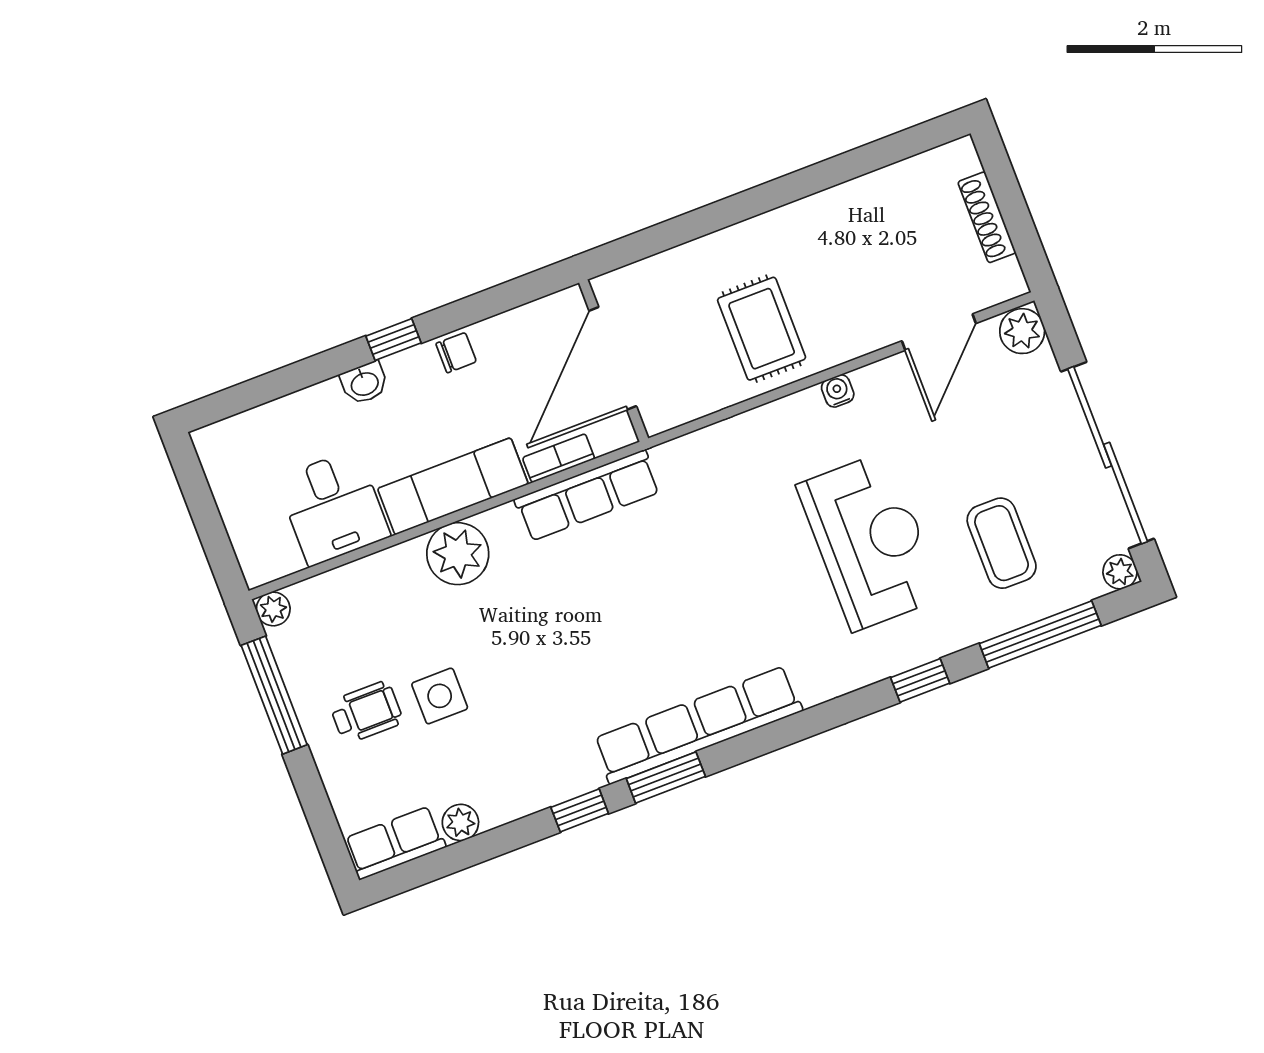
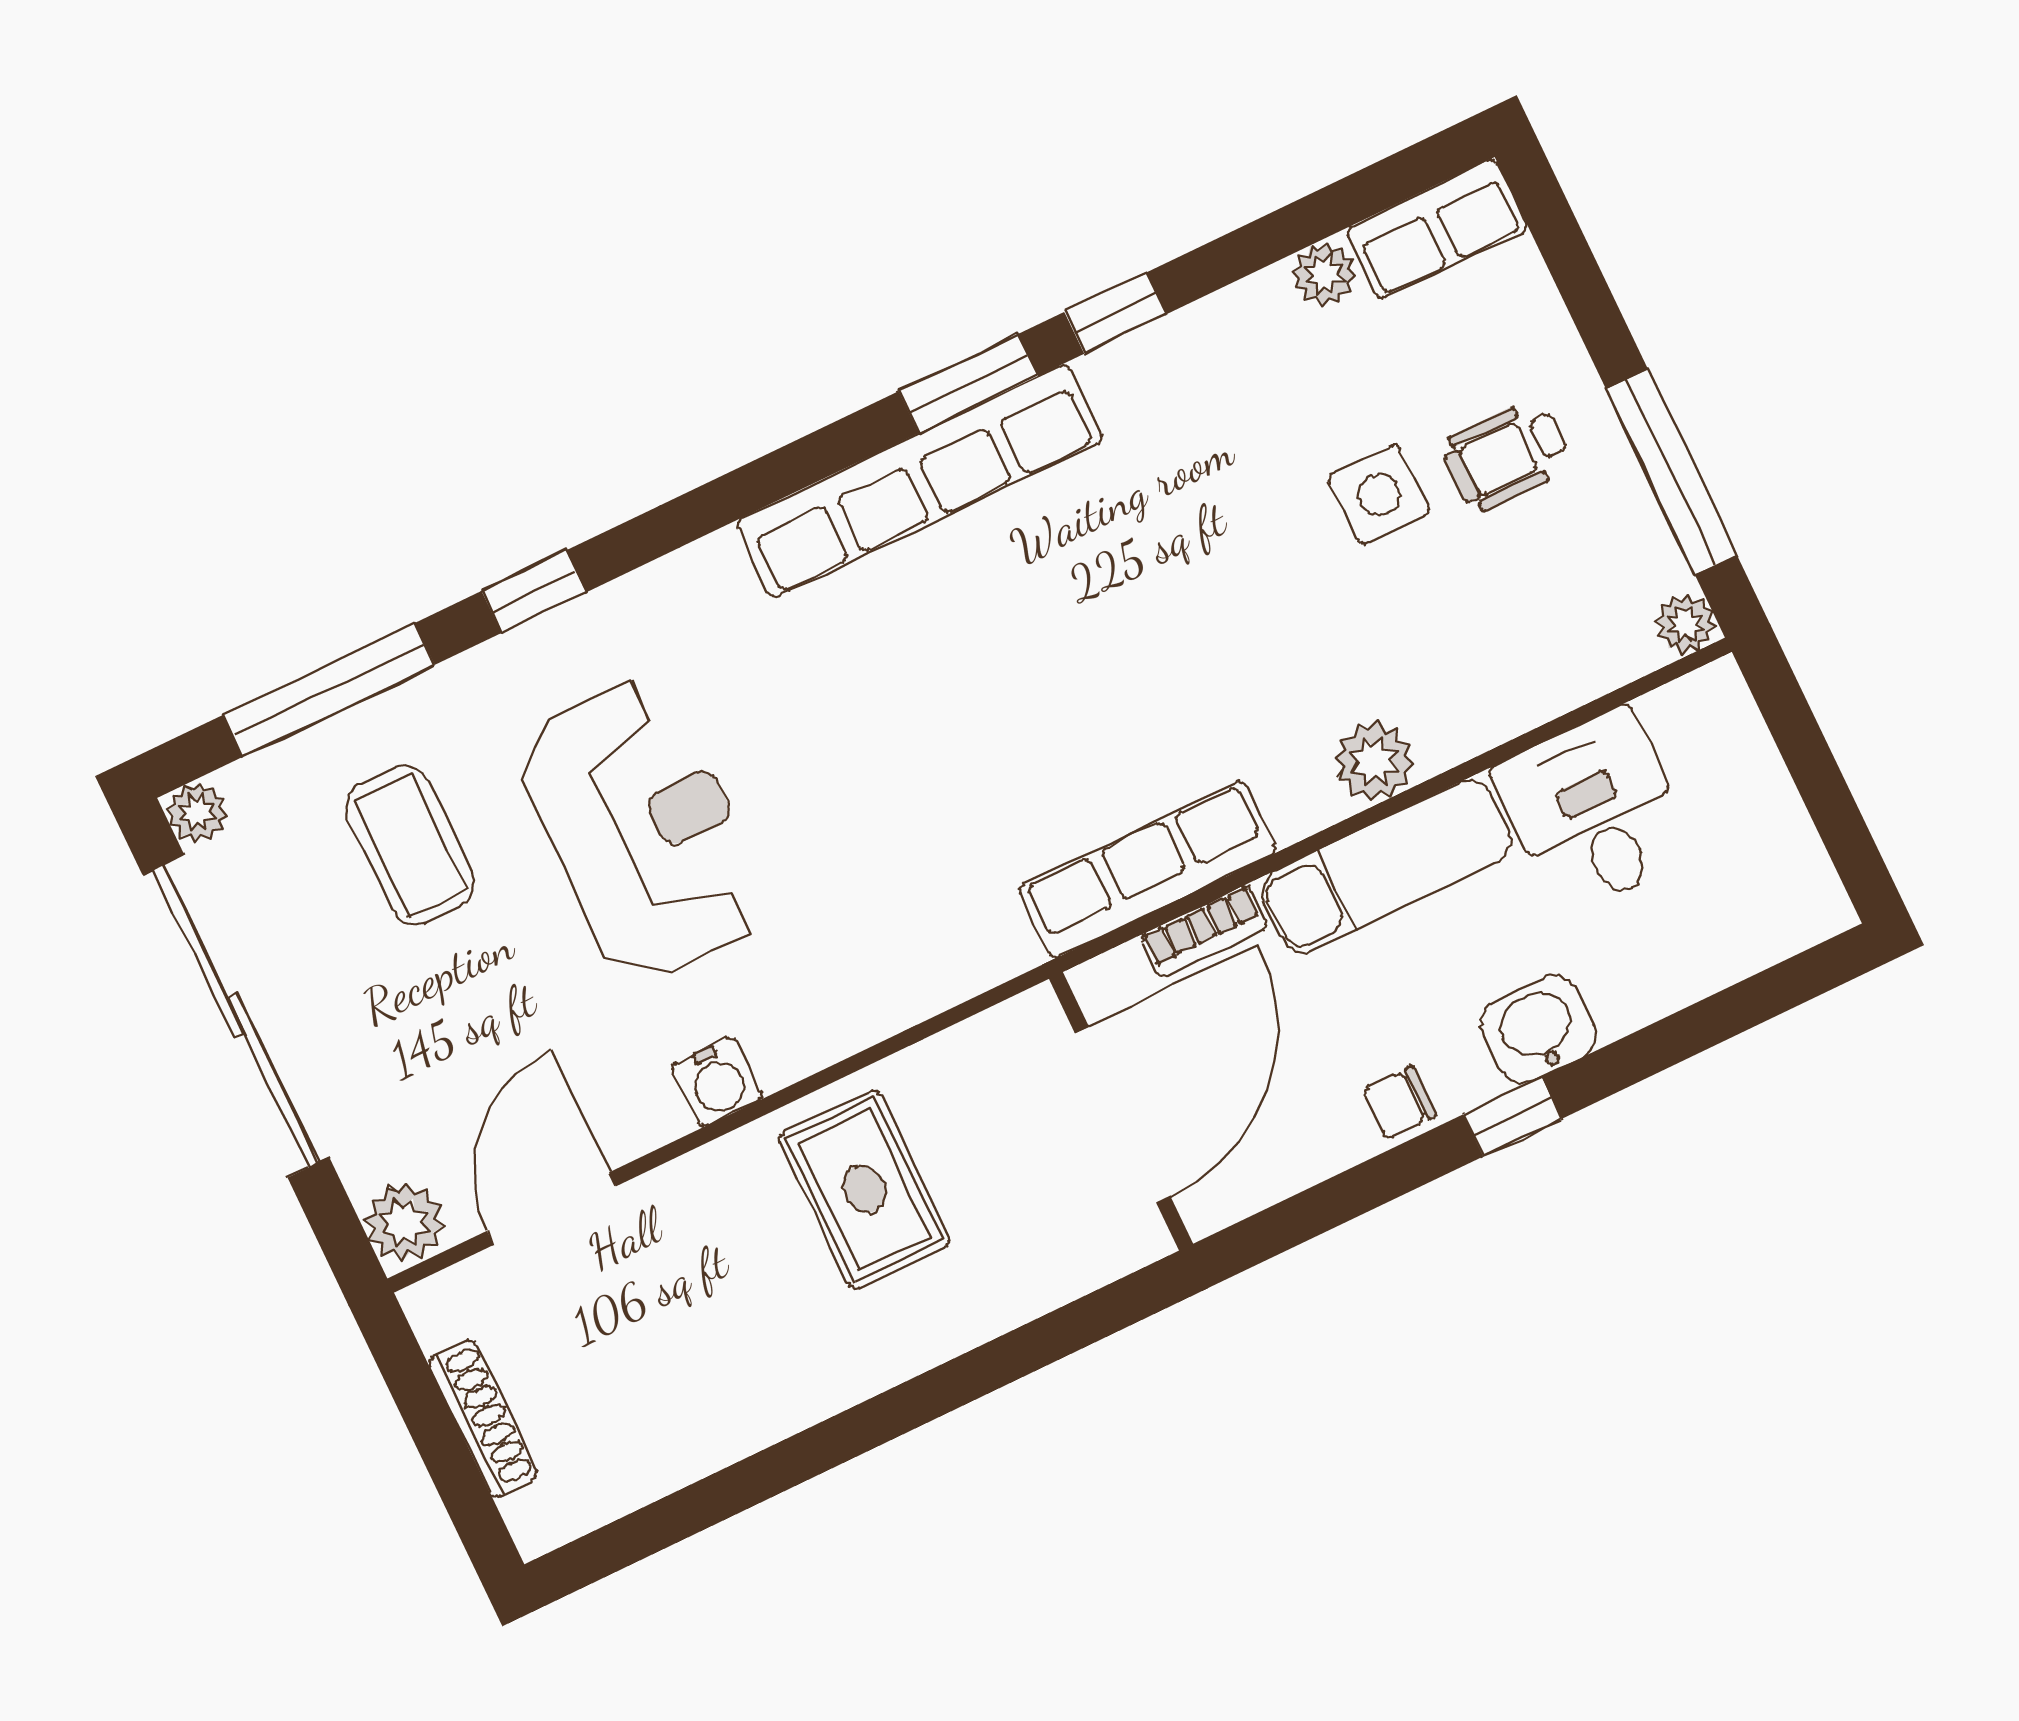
washbasin: (364, 383) -> (1538, 1029), width x1.38, depth x1.45
water cooler: (838, 391) -> (717, 1082), width x1.38, depth x1.38
reception desk: (870, 541) -> (642, 830), turned 180
plant: (458, 554) -> (1374, 761), width x0.73, depth x0.73

